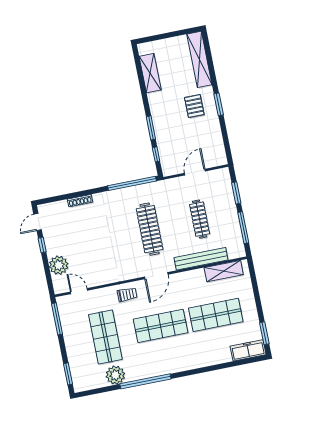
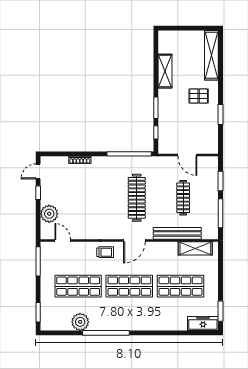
shelving: (150, 73) -> (165, 71), moved
window: (219, 104) -> (221, 114), moved
pallet: (194, 106) -> (199, 96), turned 90
door: (195, 172) -> (187, 155), swing flipped
shop shelf: (105, 337) -> (78, 286), turned 90

